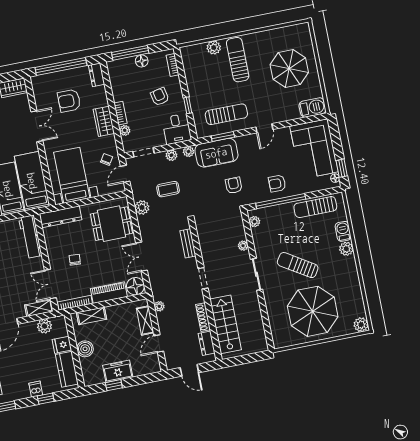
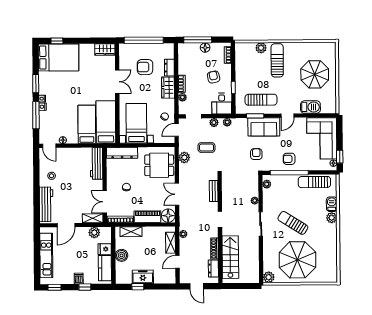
dresser: (97, 75) -> (169, 68), moved
barbecue: (312, 107) -> (310, 107), moved
sofa: (216, 153) -> (264, 127), moved
plant: (361, 325) -> (269, 277), moved

